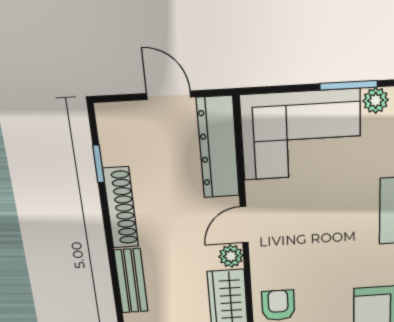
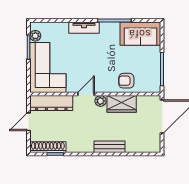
shoe rack: (121, 208) -> (48, 147), moved
door: (244, 225) -> (86, 94), swing flipped

